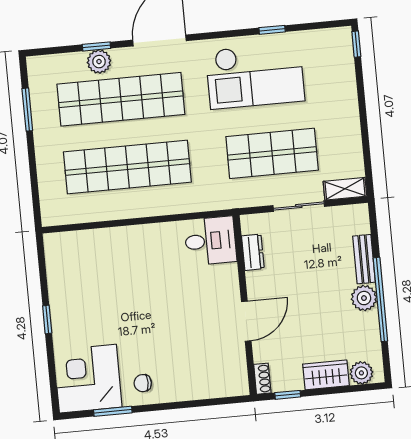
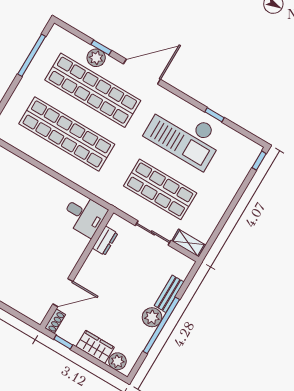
window: (27, 110) -> (32, 55), width x1.44
door: (246, 321) -> (63, 293), moved

